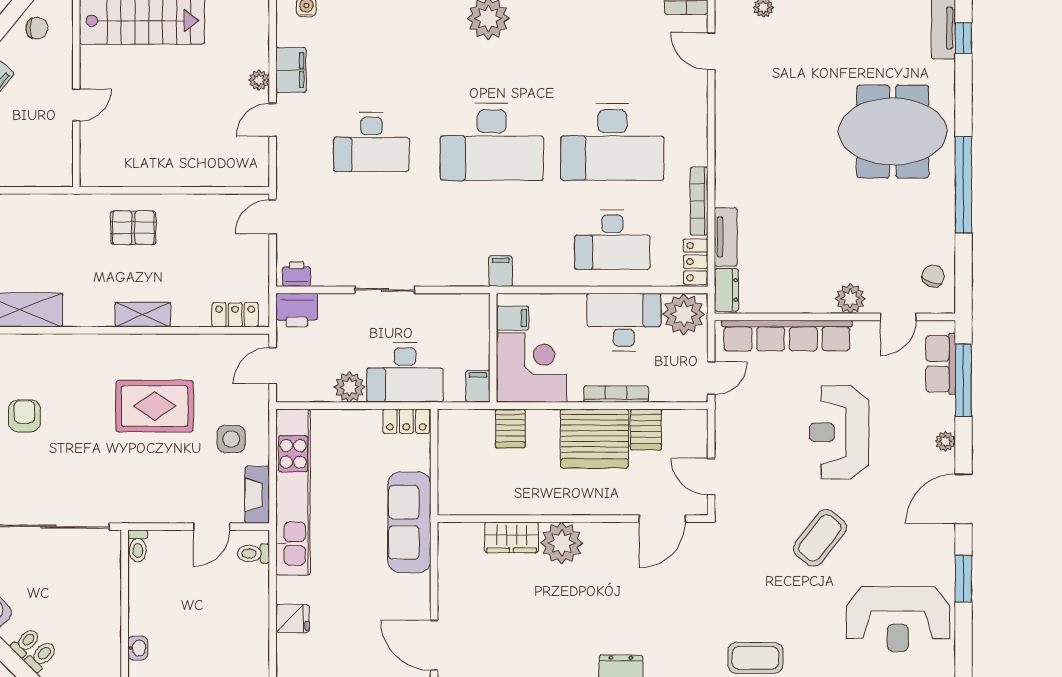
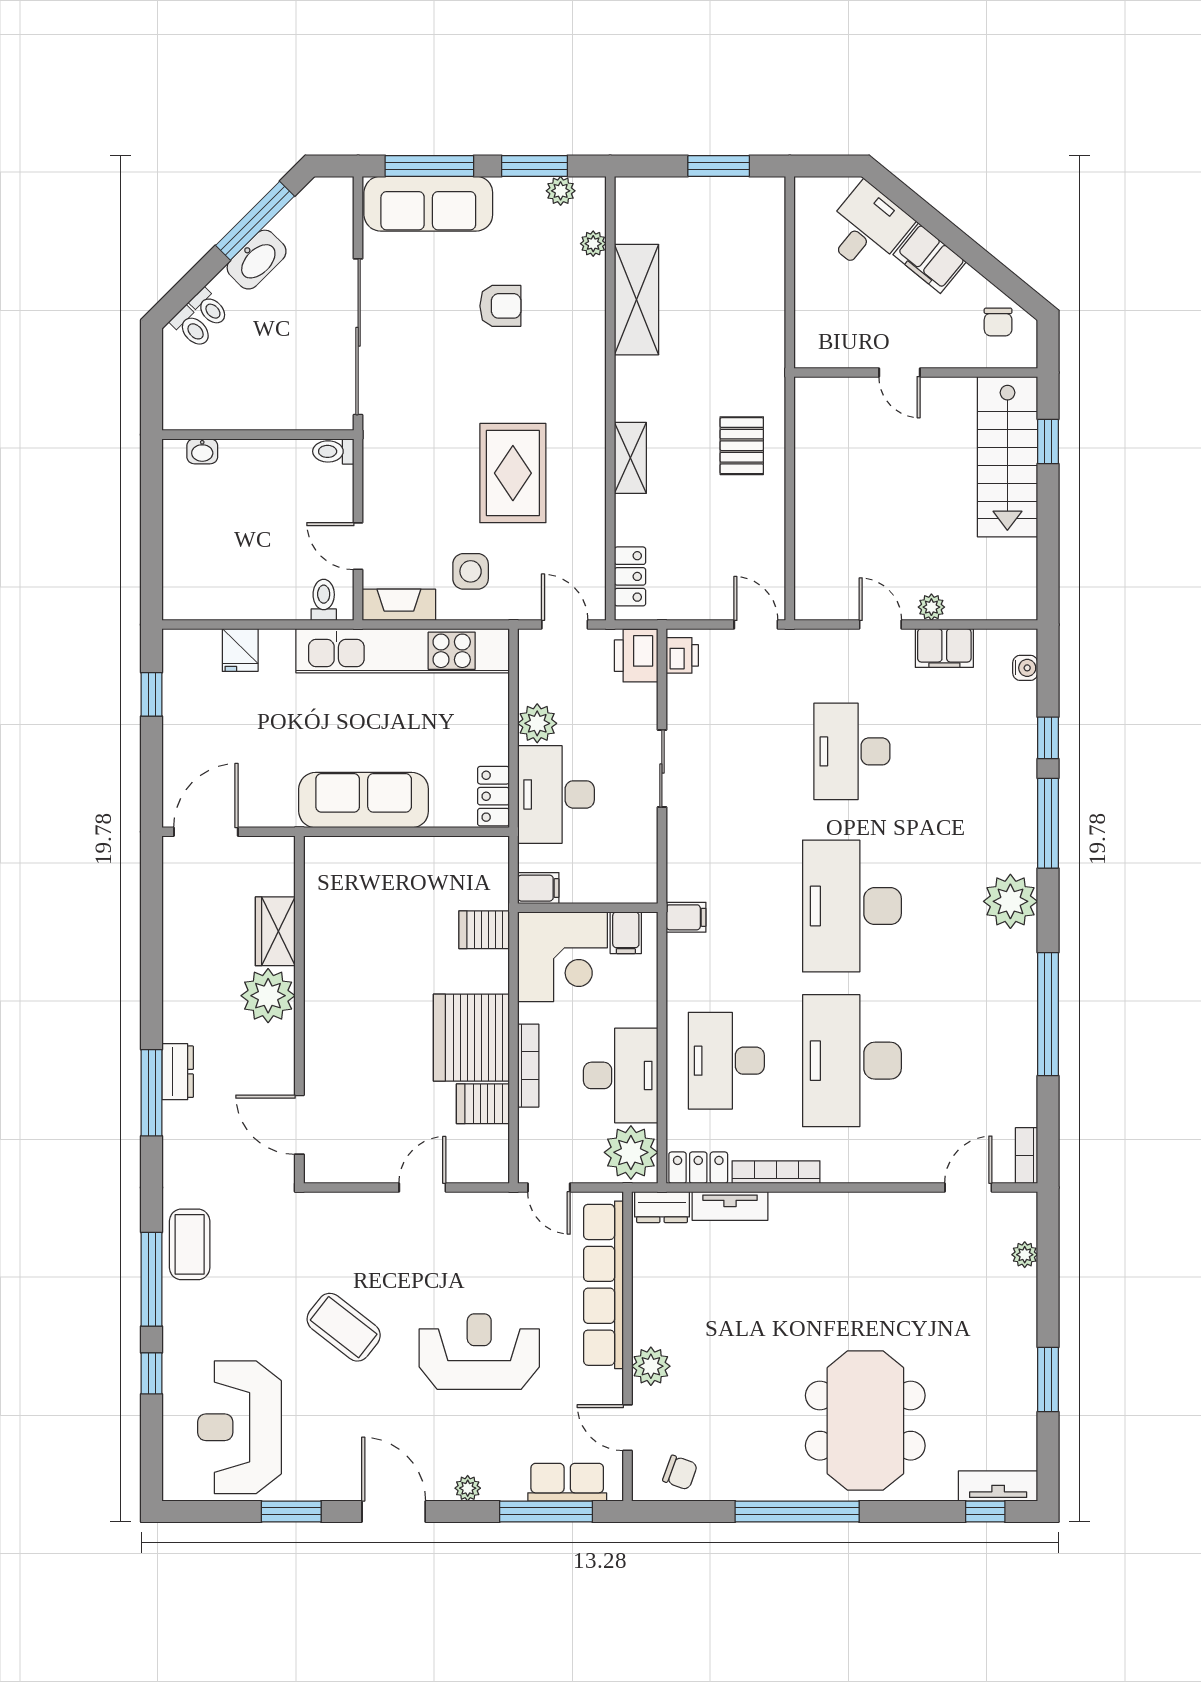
wall: (573, 519) -> (299, 1010), moved
door: (662, 519) -> (299, 1125), moved
wardrobe: (512, 537) -> (275, 931), moved
plant: (562, 543) -> (268, 996), moved

